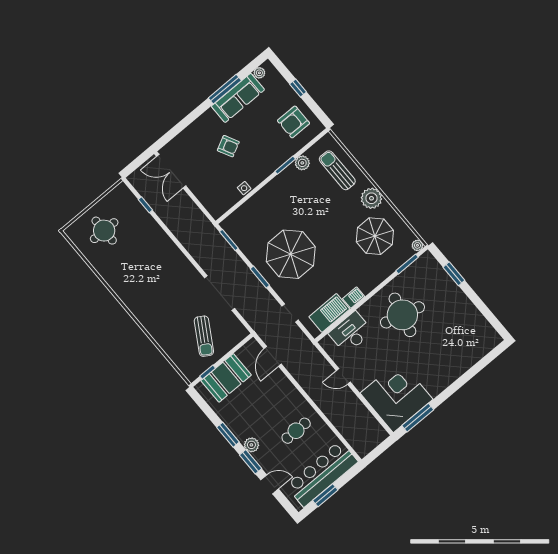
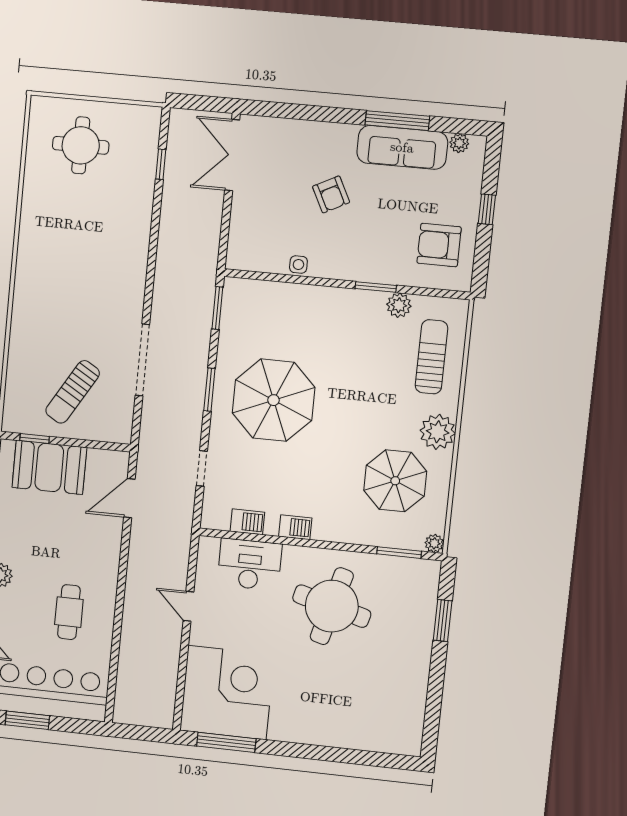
barbecue: (329, 313) -> (247, 522), width x0.53, depth x0.65
cafe table: (296, 431) -> (69, 612), turned 90

